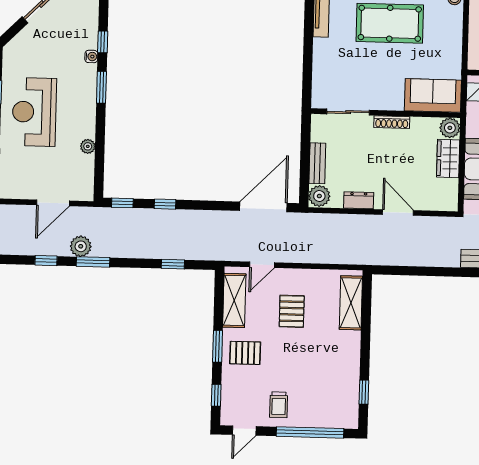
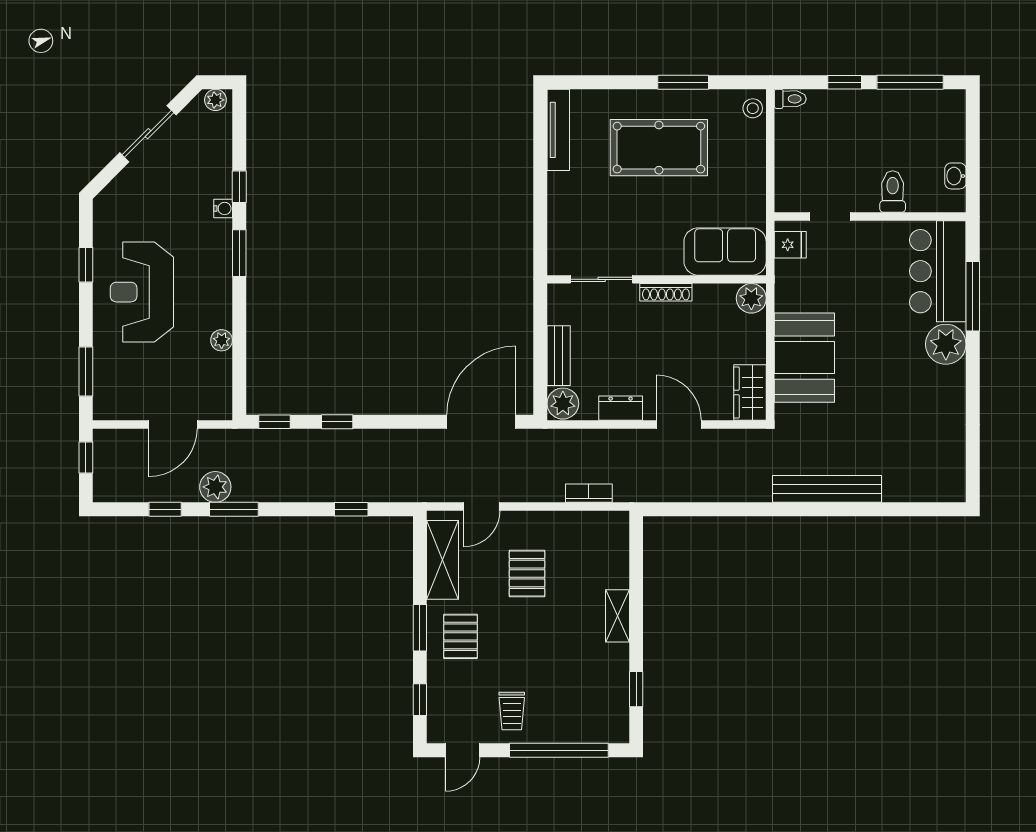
wardrobe: (448, 158) -> (750, 393), moved
bookcase: (335, 258) -> (589, 493), added
shelving: (351, 303) -> (617, 616), moved, width x0.67, depth x0.75
pallet: (245, 353) -> (461, 636), turned 90

